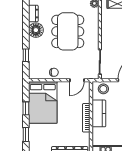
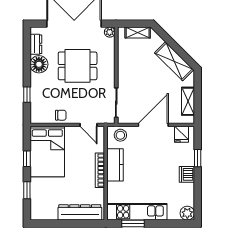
dining table: (68, 31) -> (78, 66), width x0.73
door: (77, 80) -> (89, 125), hinge flipped

